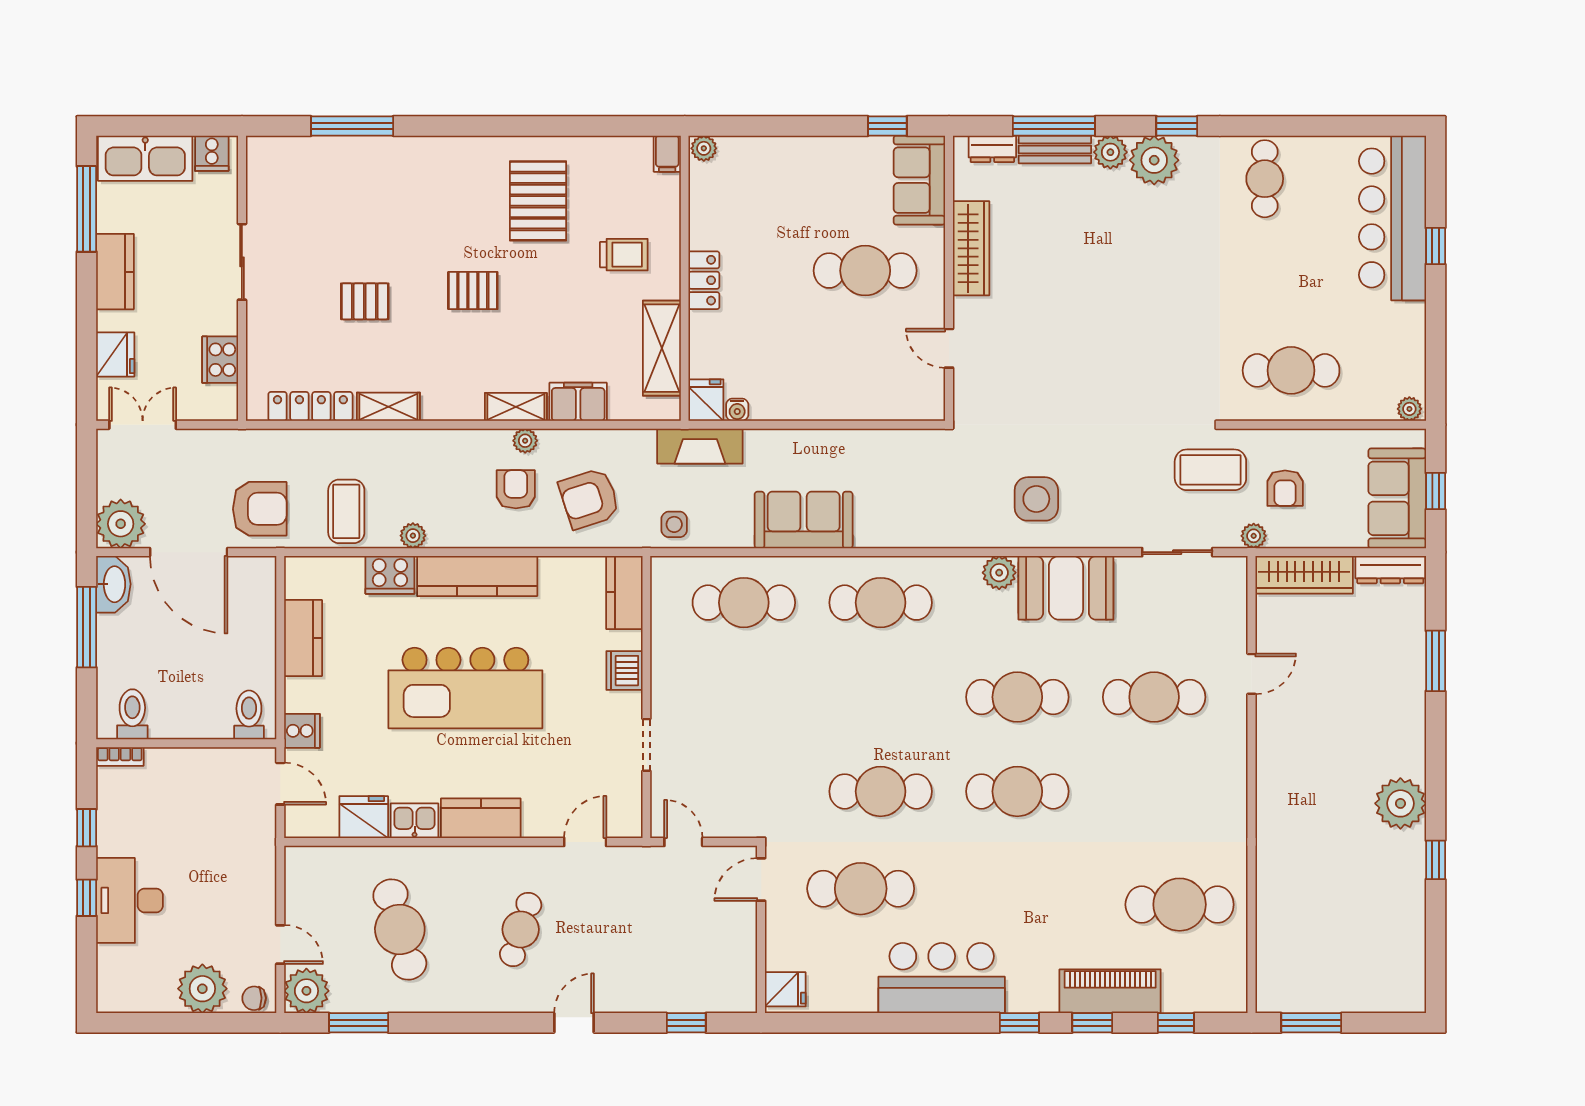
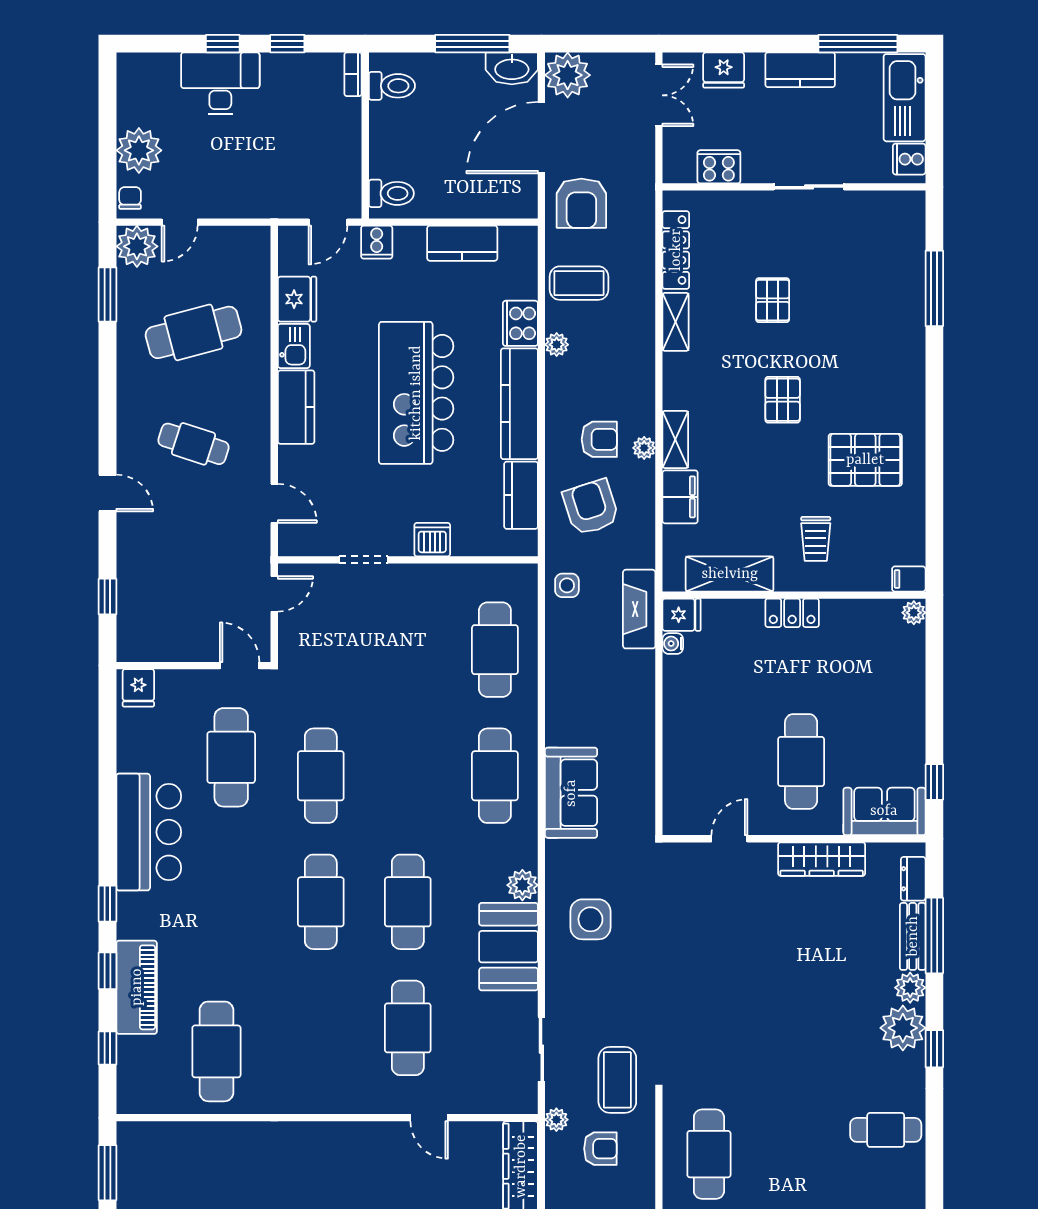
armchair: (1285, 488) -> (600, 1149), turned 180
sofa: (804, 520) -> (571, 793), moved
kitchen counter: (624, 592) -> (521, 495), moved, turned -90

